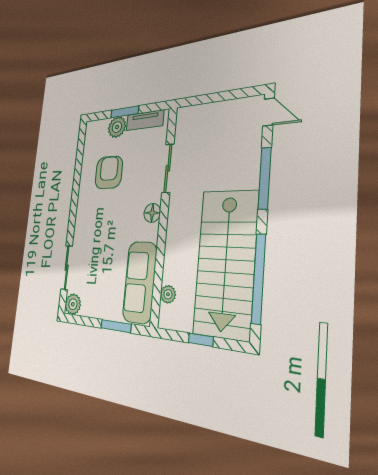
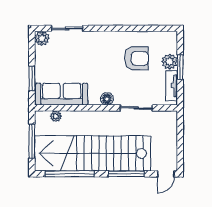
stairs: (226, 263) -> (93, 153), width x1.36
window: (201, 340) -> (32, 141), width x2.17

